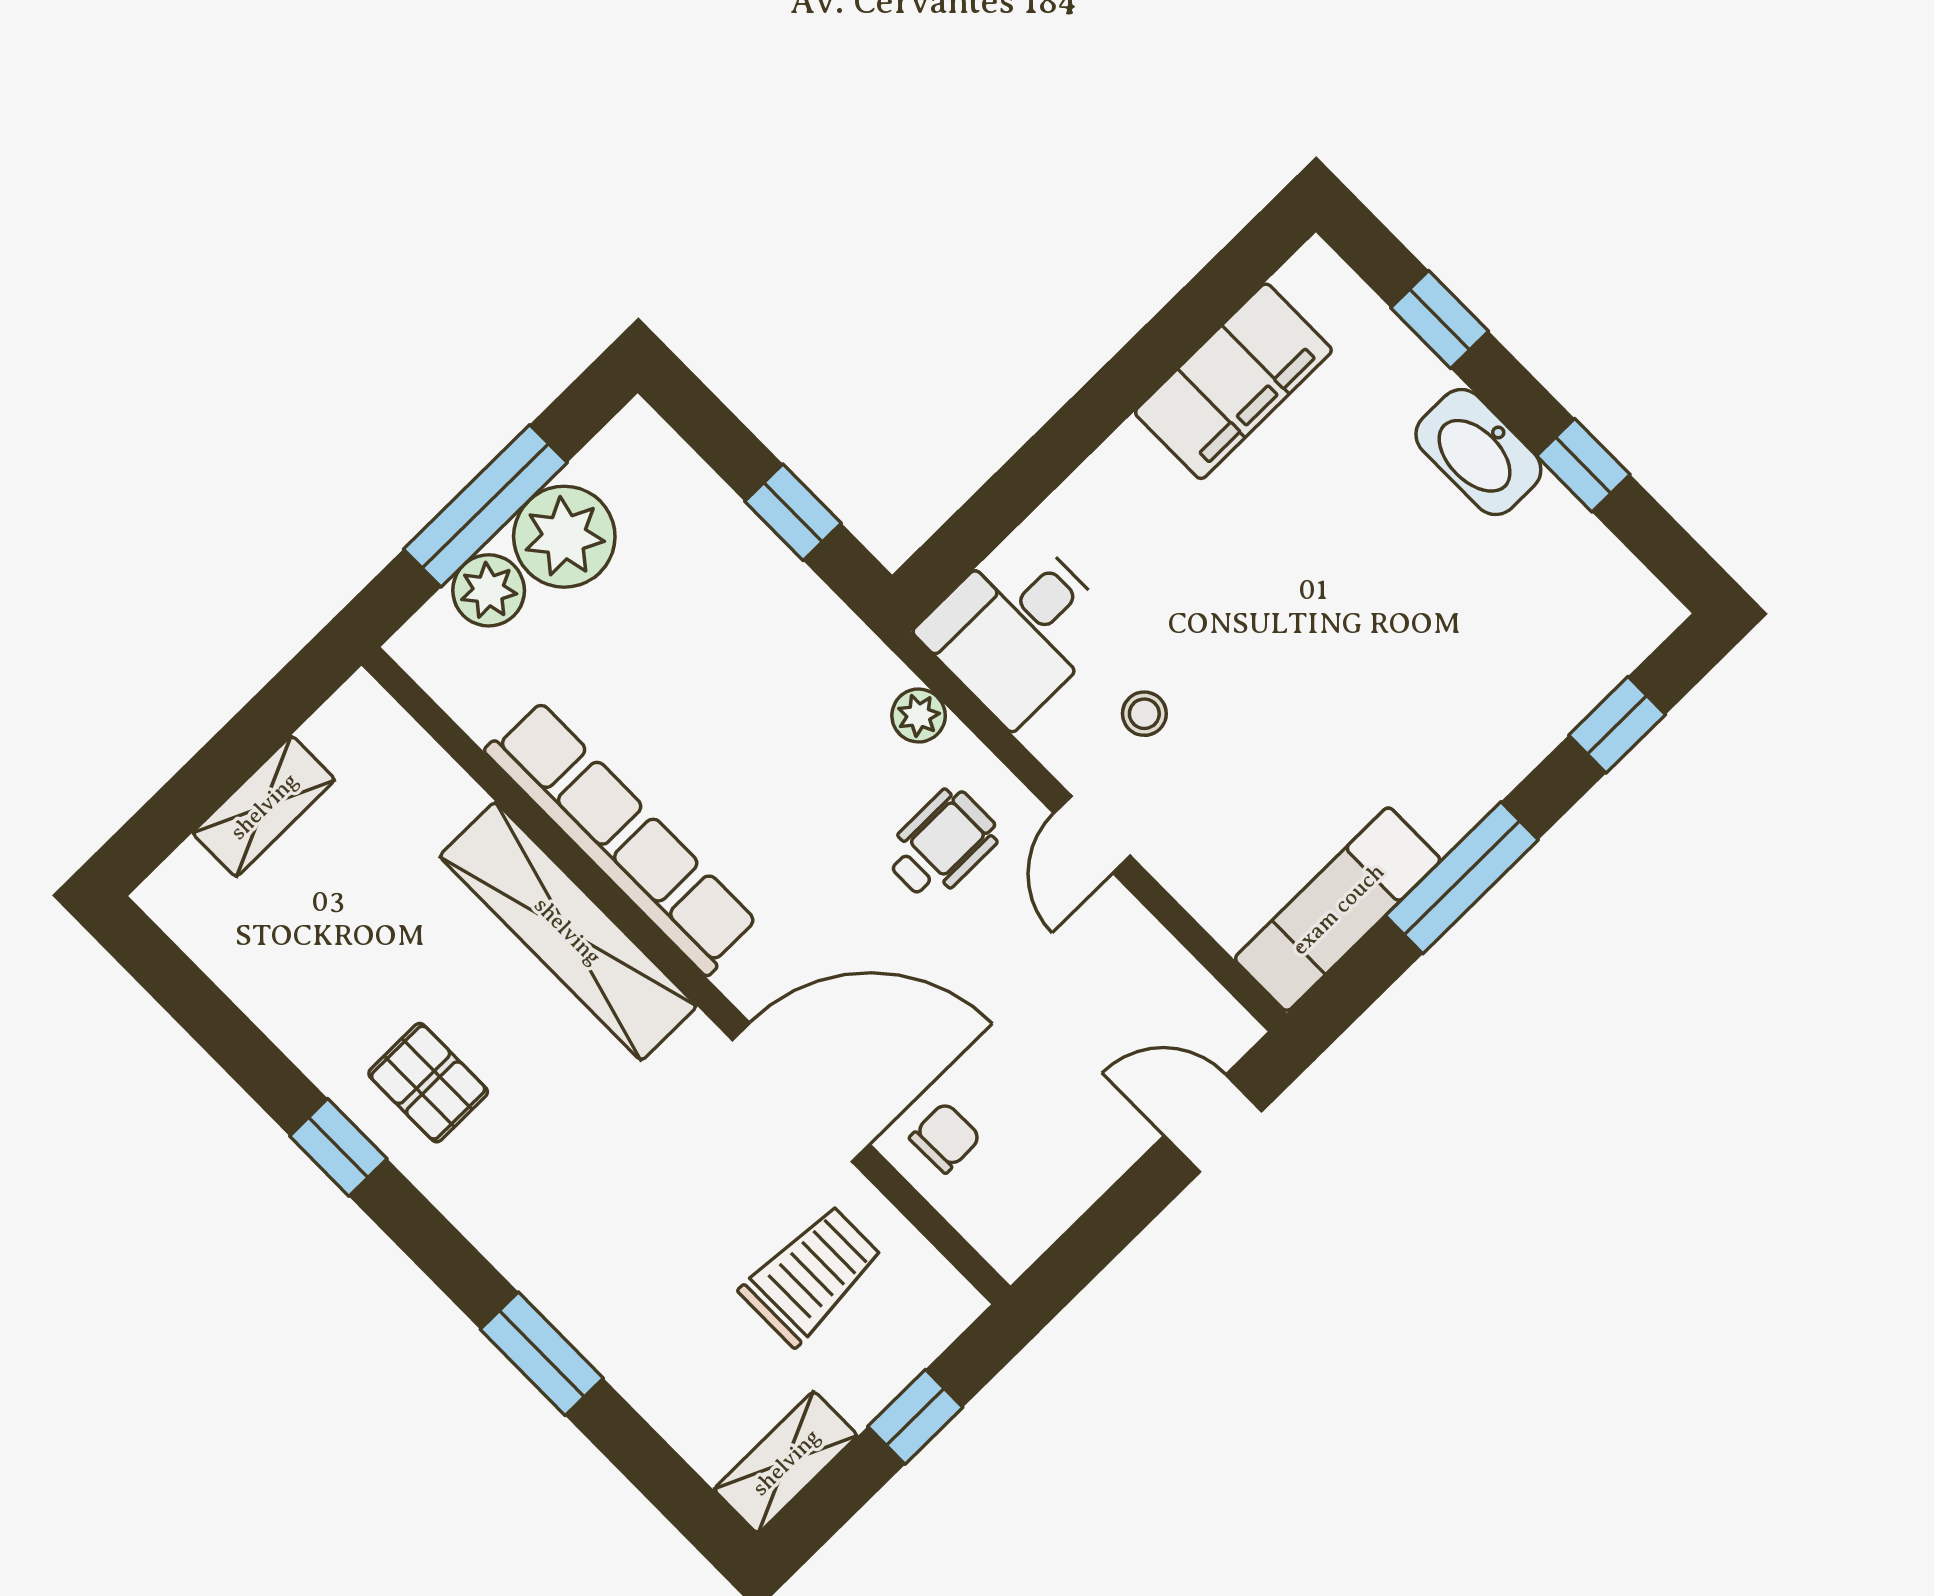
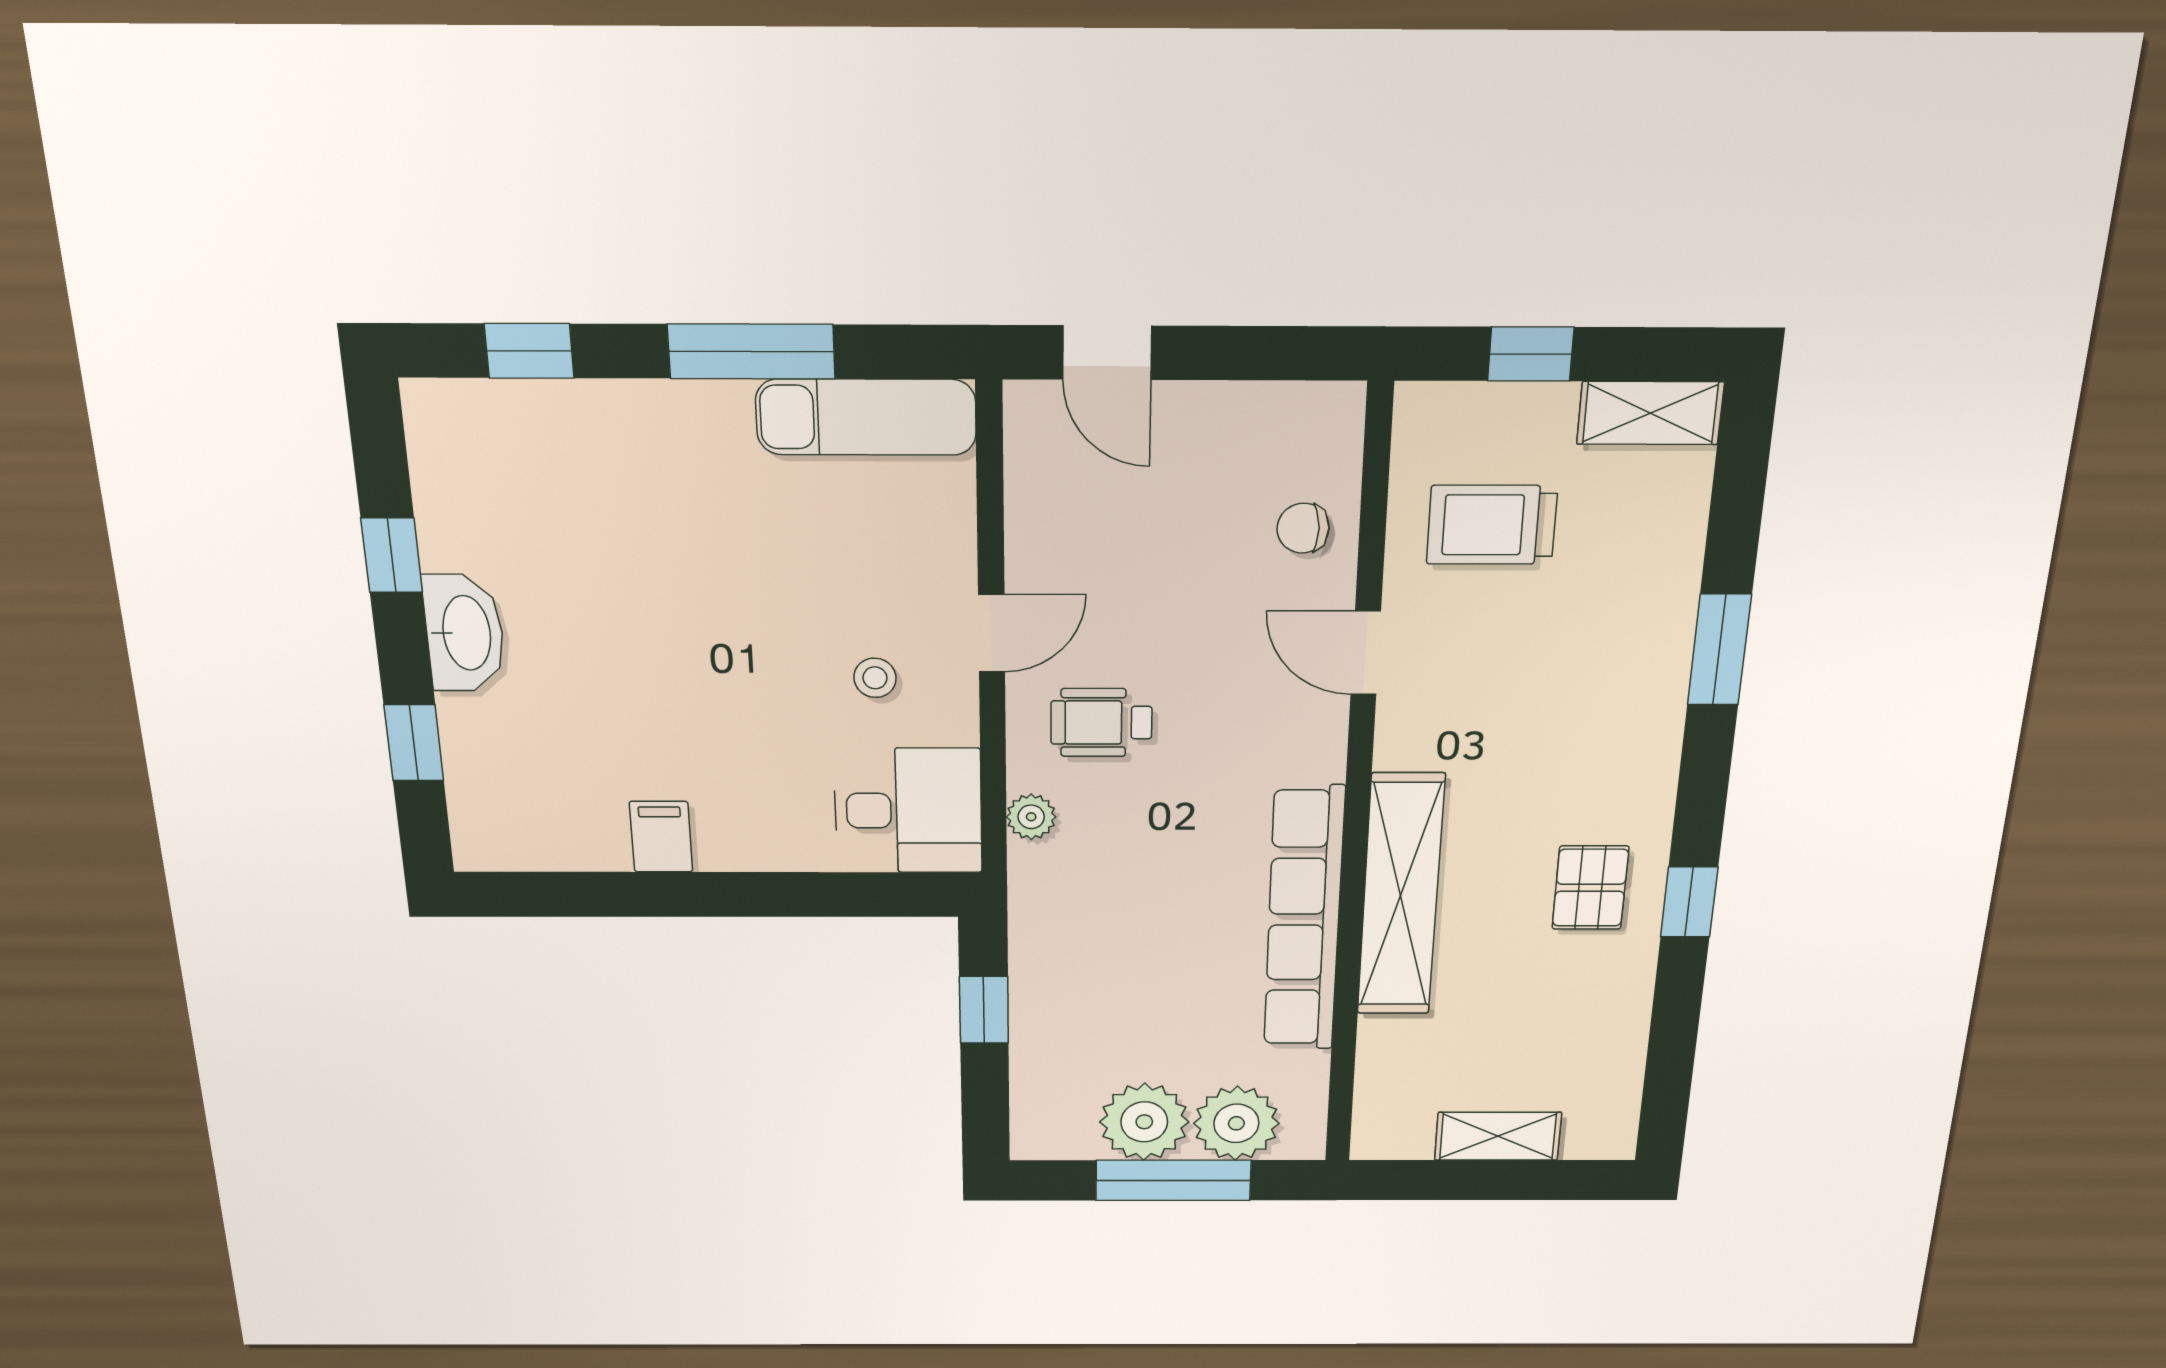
filing cabinet: (1233, 381) -> (661, 837), width x0.33, depth x0.86
plant: (489, 590) -> (1236, 1123), width x1.36, depth x1.36
door: (801, 1092) -> (1366, 653), width x0.53

